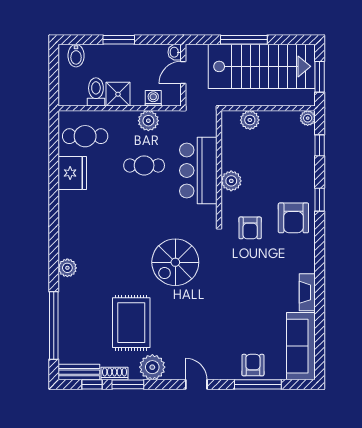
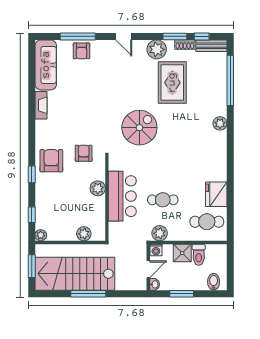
washbasin: (175, 52) -> (155, 284), moved
door: (183, 72) -> (148, 269), moved
wall: (183, 75) -> (148, 267), moved

